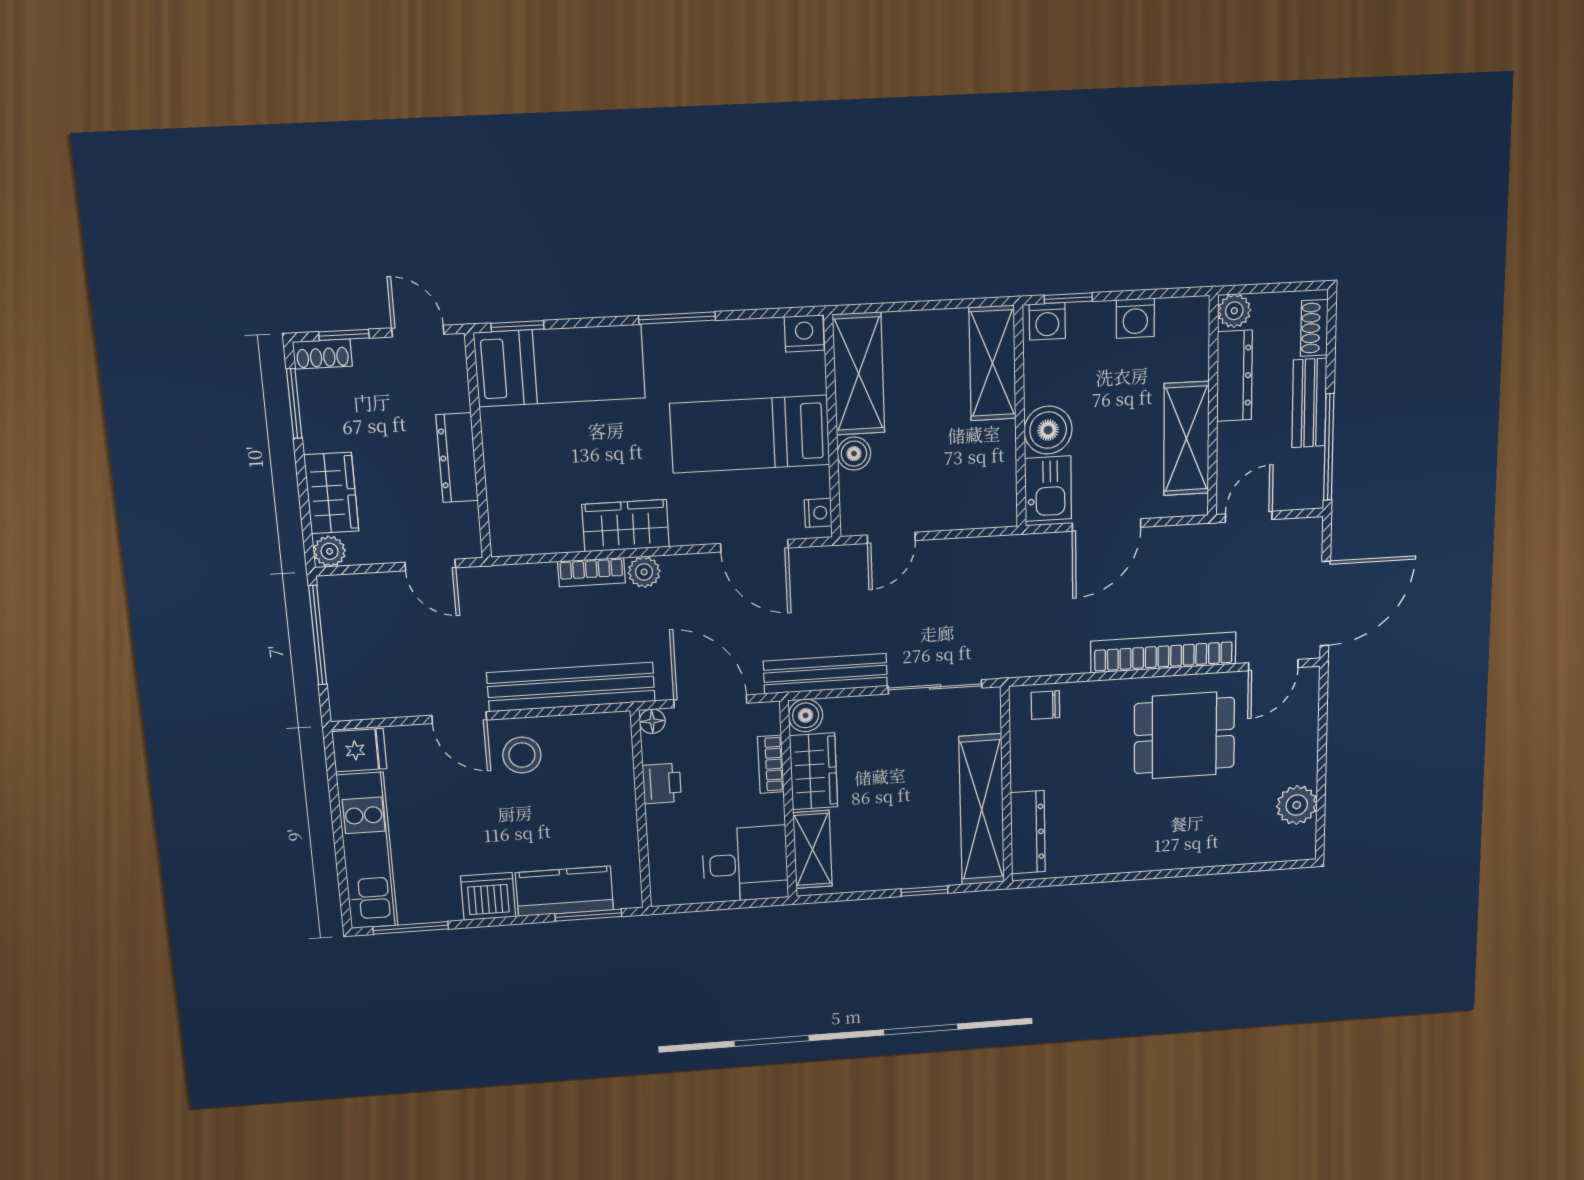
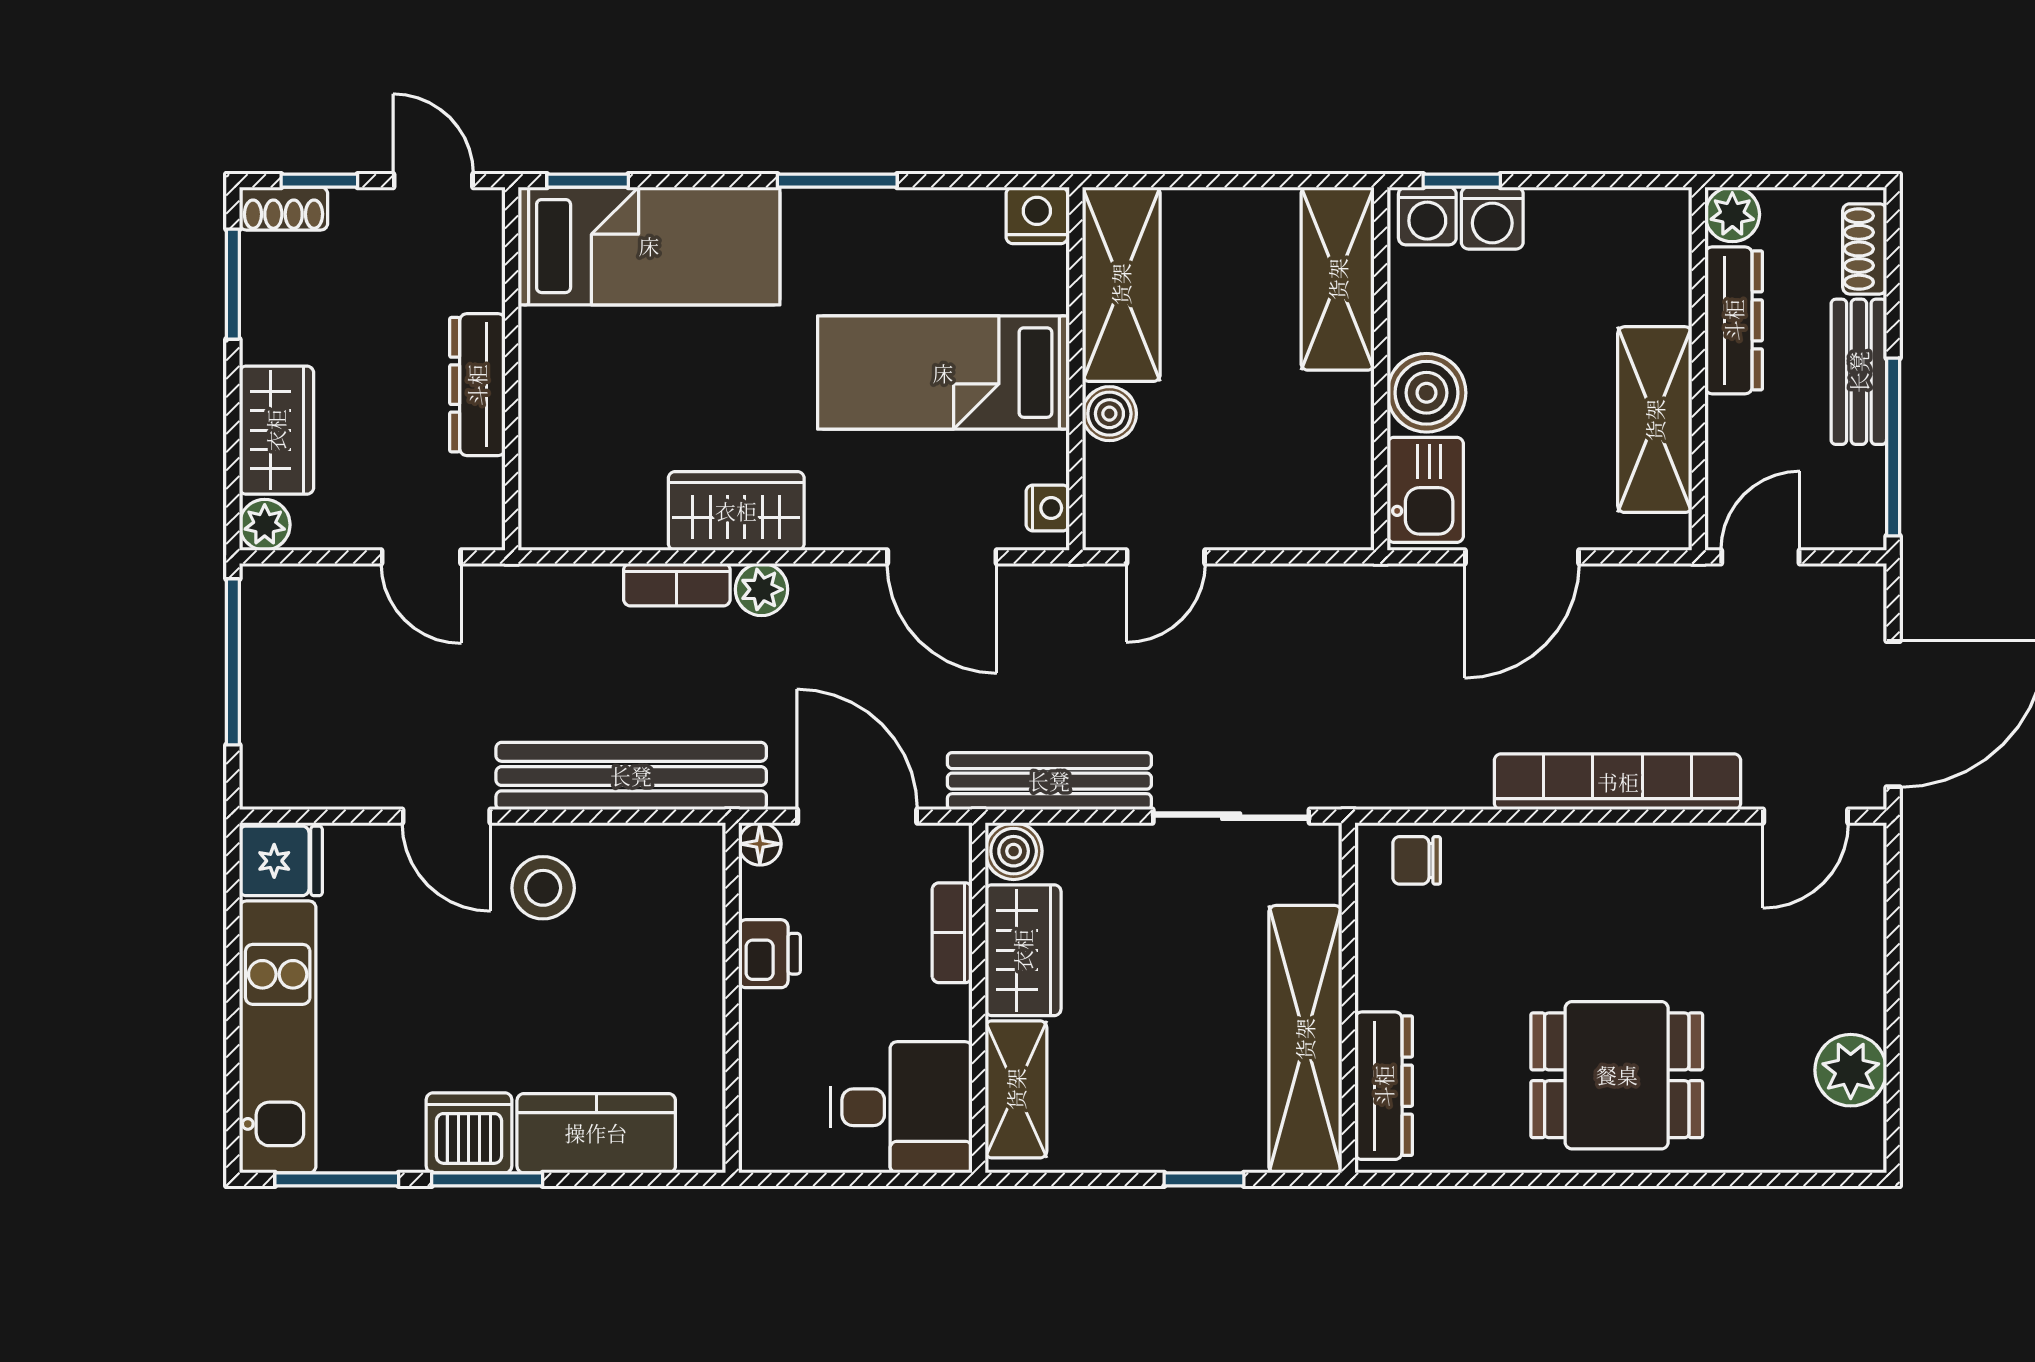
washing machine: (1135, 318) -> (1492, 218), moved
dining table: (1184, 736) -> (1617, 1075), moved
window: (588, 915) -> (487, 1179), moved

